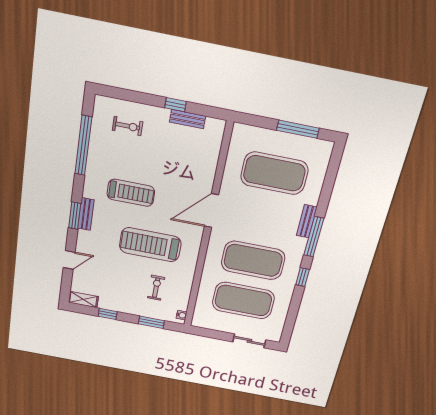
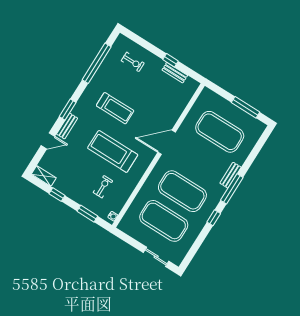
bench: (86, 214) -> (67, 126), moved

